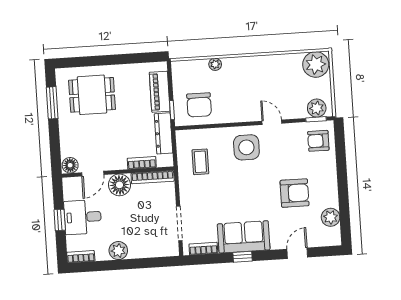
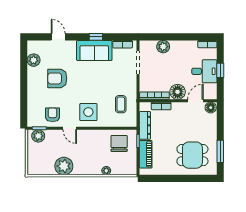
plant: (316, 64) -> (64, 166), moved
armchair: (318, 141) -> (53, 115), moved, turned -90
plant: (118, 251) -> (163, 47), moved
door: (297, 253) -> (58, 37), swing flipped

